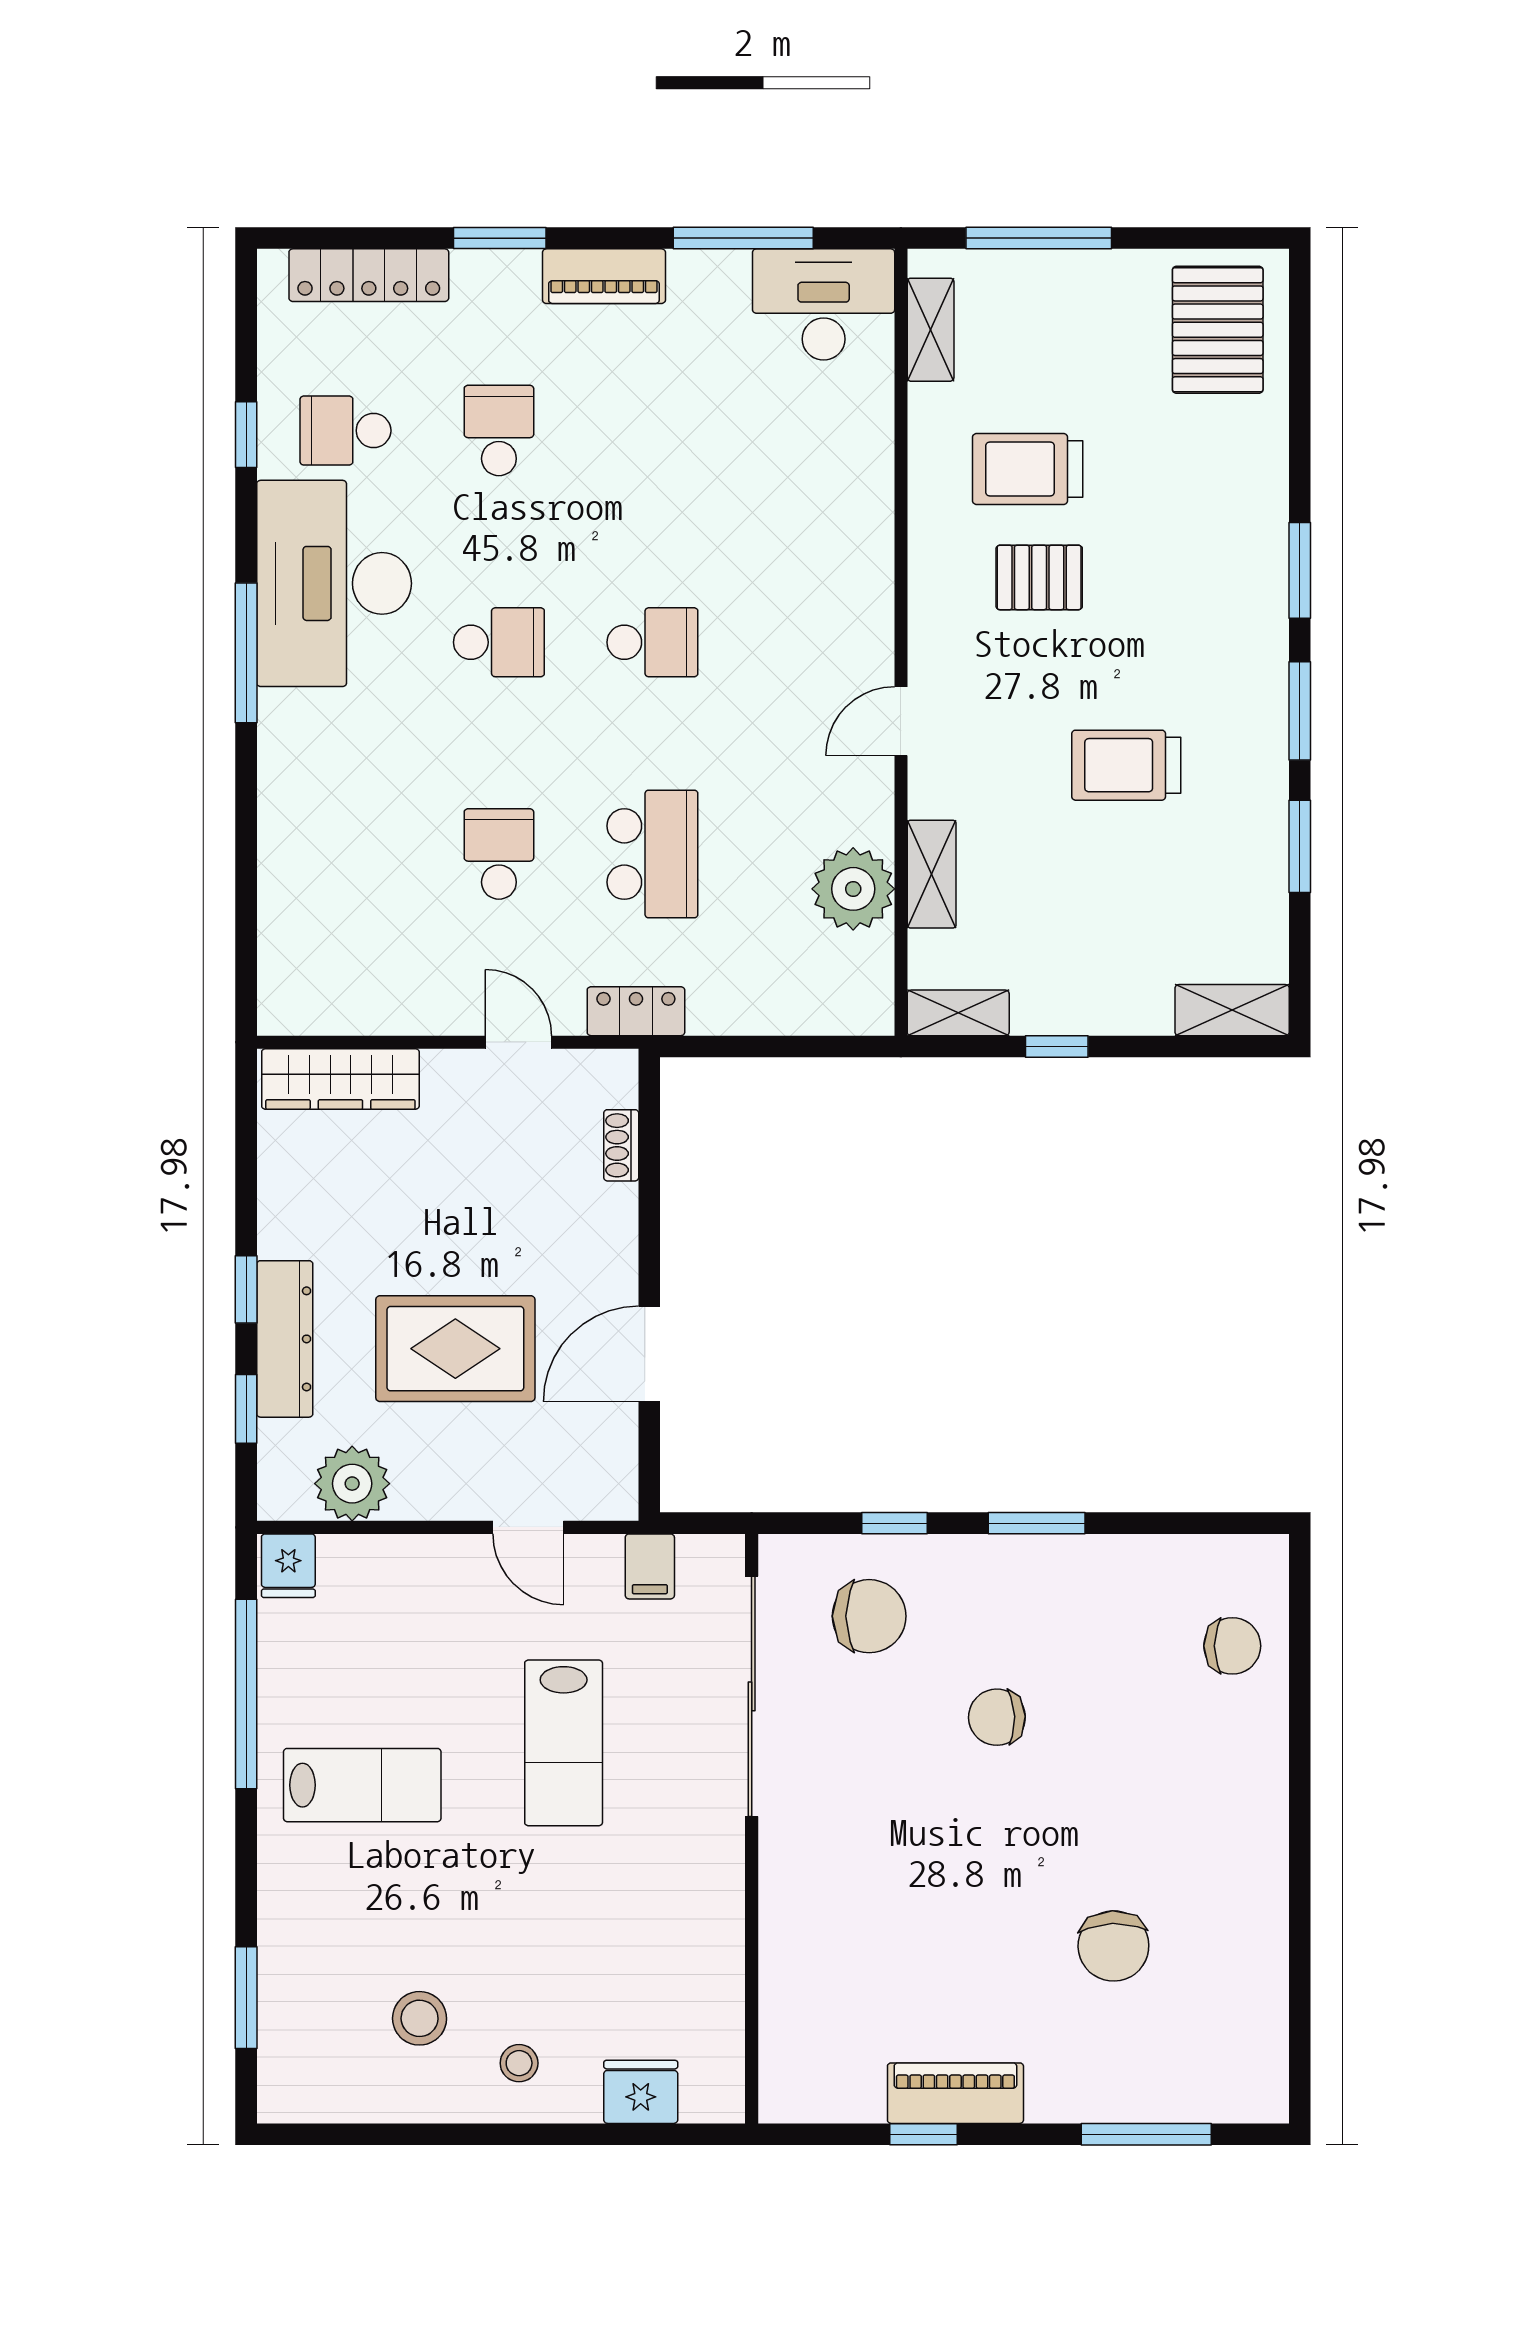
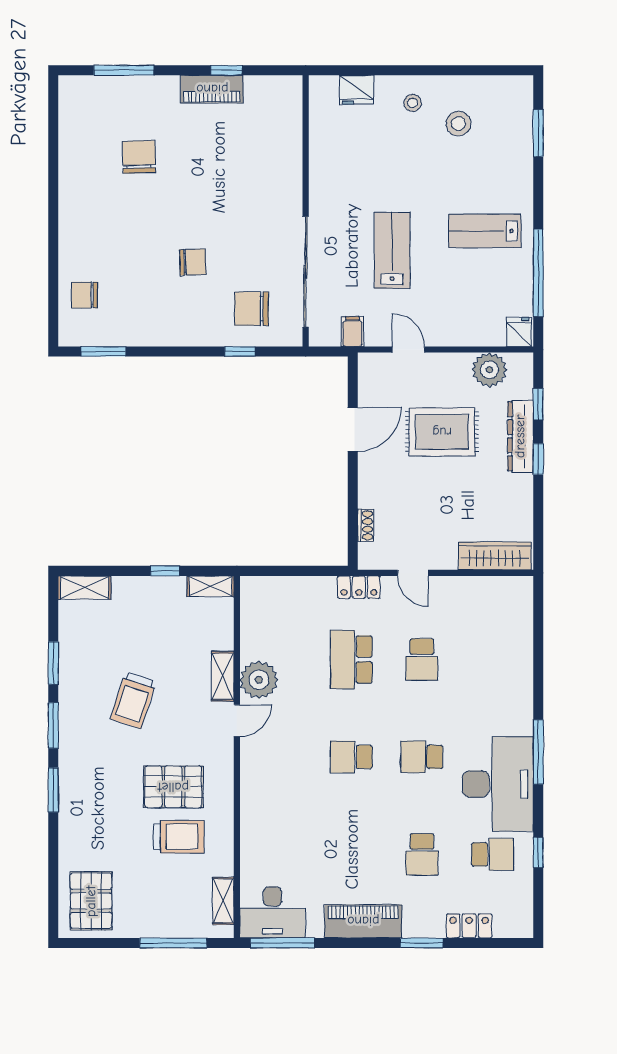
window: (743, 238) -> (283, 943), moved
locker: (369, 275) -> (469, 926), width x0.66
piano: (604, 276) -> (363, 921), width x1.37, depth x1.33
pallet: (1039, 577) -> (173, 787), width x1.50, depth x1.42
trolley: (1126, 765) -> (133, 700), turned 108
shelving: (932, 874) -> (223, 676), moved
plant: (853, 889) -> (259, 680), moved
window: (1037, 1523) -> (103, 352), moved

